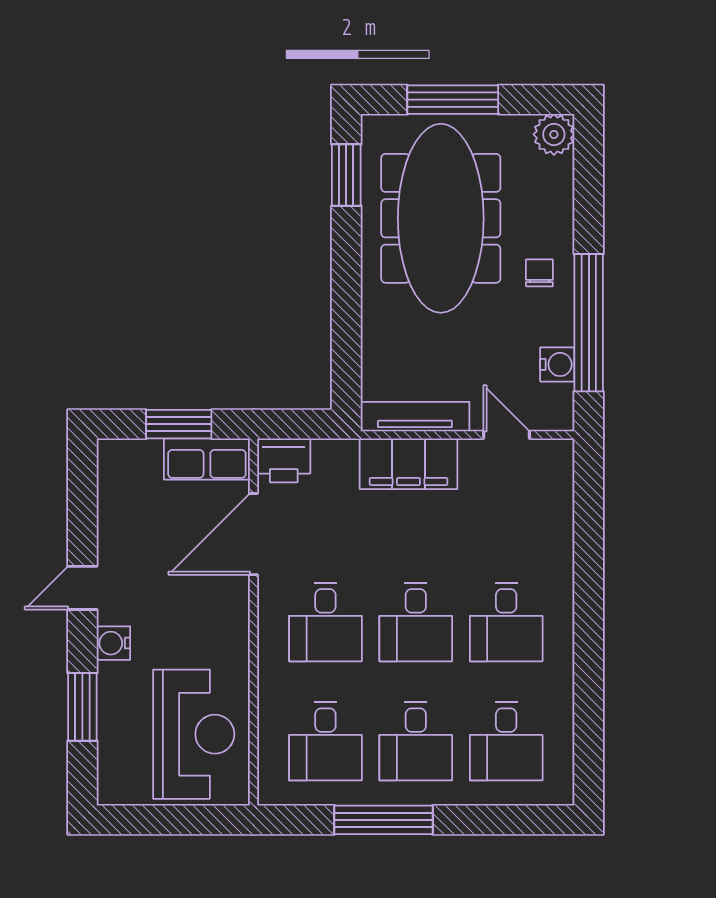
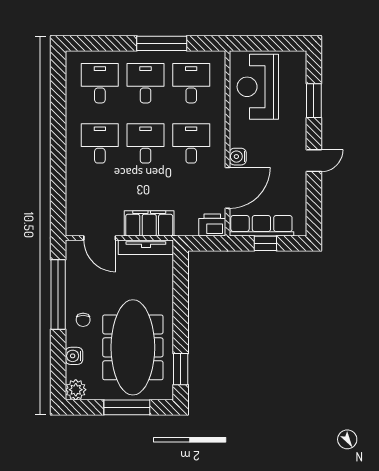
water cooler: (557, 364) -> (74, 356), moved
window: (179, 424) -> (265, 243), width x0.67
door: (506, 435) -> (100, 238), width x1.38
row of seats: (207, 459) -> (261, 226), width x1.48
water cooler: (113, 643) -> (238, 157), moved, turned 180

